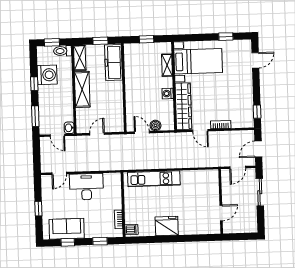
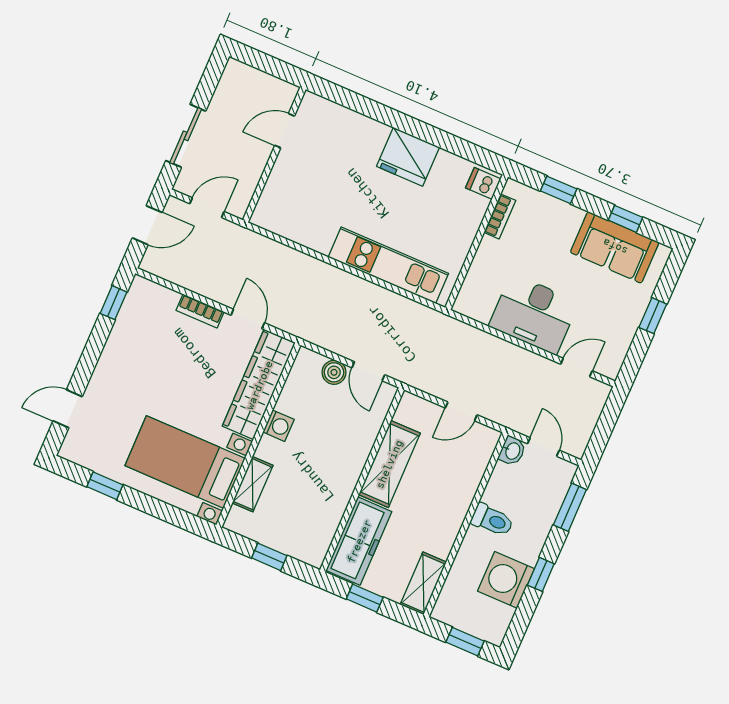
toilet: (63, 51) -> (492, 520), moved
shelving: (82, 89) -> (389, 464), moved

